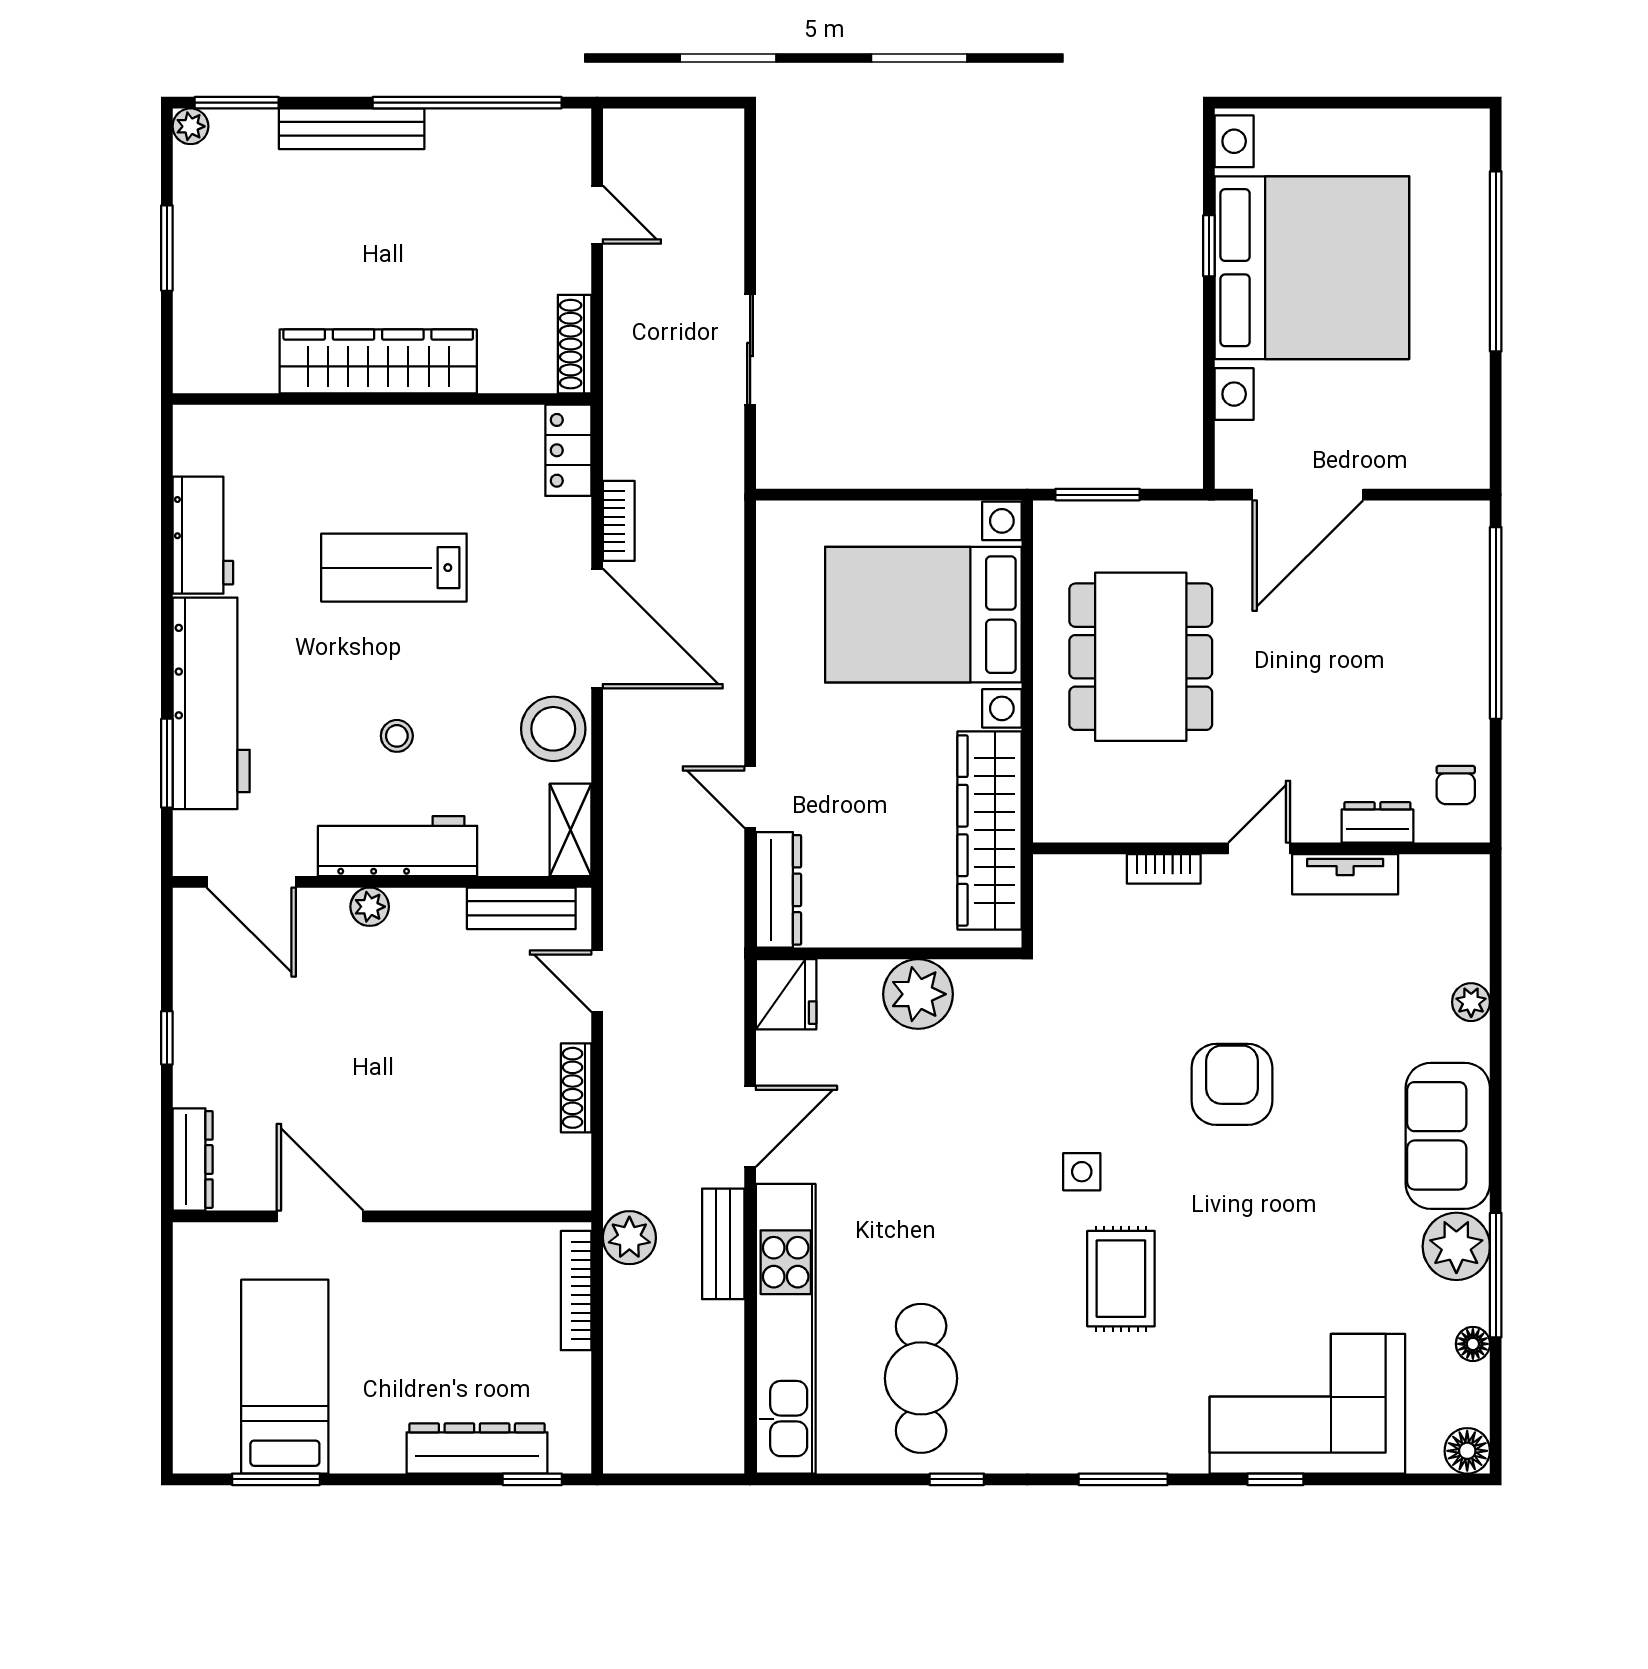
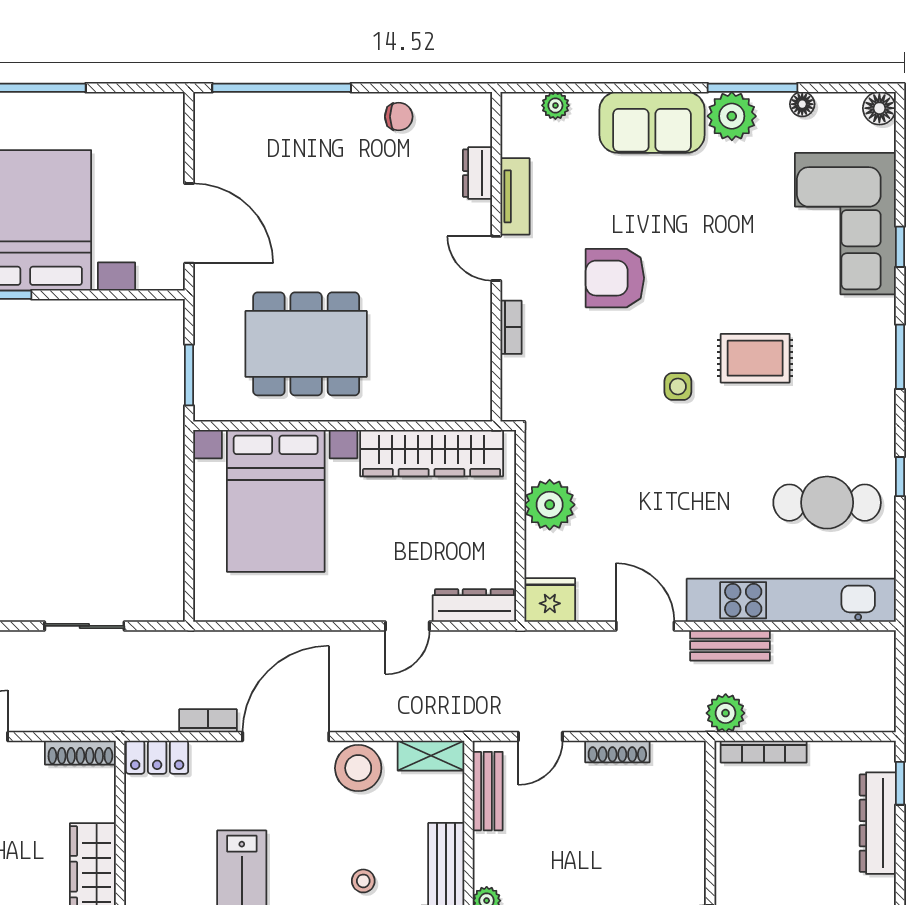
dresser: (1377, 822) -> (477, 173), moved
door: (1259, 848) -> (496, 258), moved
wall: (1261, 848) -> (496, 257), moved
bookcase: (1164, 869) -> (511, 327), moved
tv unit: (1345, 874) -> (515, 196), moved

